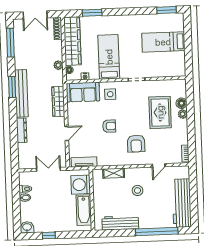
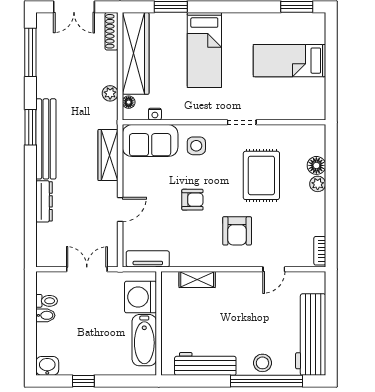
bed: (109, 57) -> (204, 50), moved, turned 180
rug: (160, 112) -> (261, 175), moved
stool: (138, 190) -> (262, 363), moved

